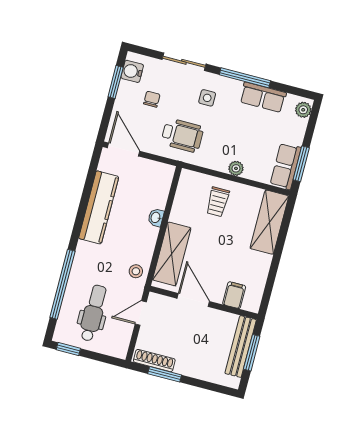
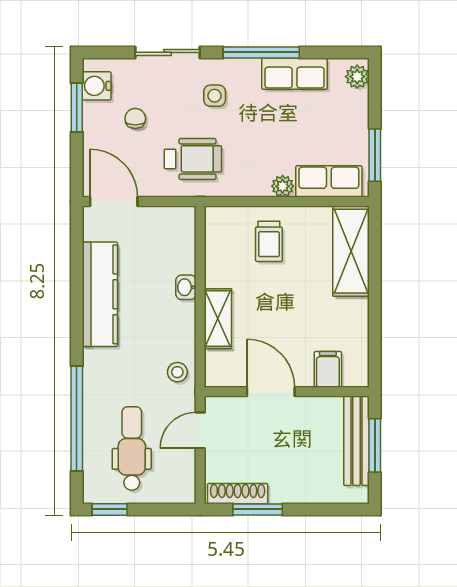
row of seats: (286, 166) -> (329, 181), moved, turned 90
shelving: (172, 254) -> (218, 319), width x0.67, depth x0.75

